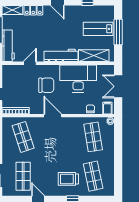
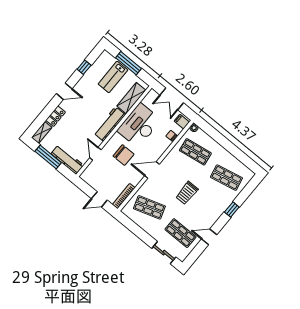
chair: (46, 85) -> (124, 155), turned 90
trolley: (68, 179) -> (187, 193), moved

